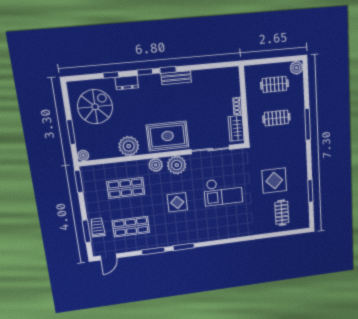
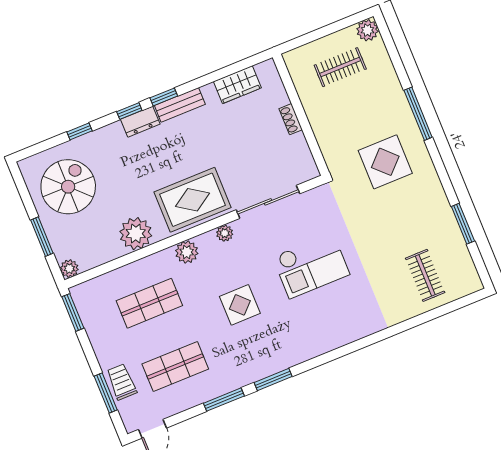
dresser: (127, 83) -> (140, 122), moved
clothes rail: (276, 118) -> (361, 119), removed
wardrobe: (236, 128) -> (237, 85), moved, turned -90
plant: (177, 165) -> (225, 233), width x0.53, depth x0.53
display table: (274, 181) -> (385, 162), moved

